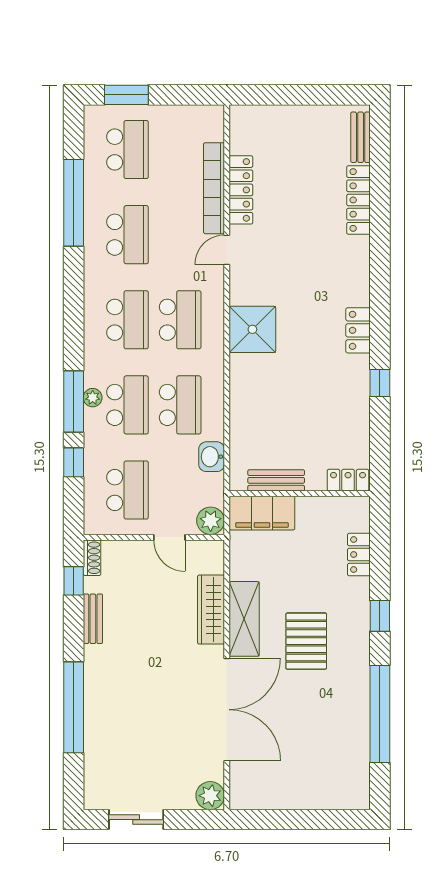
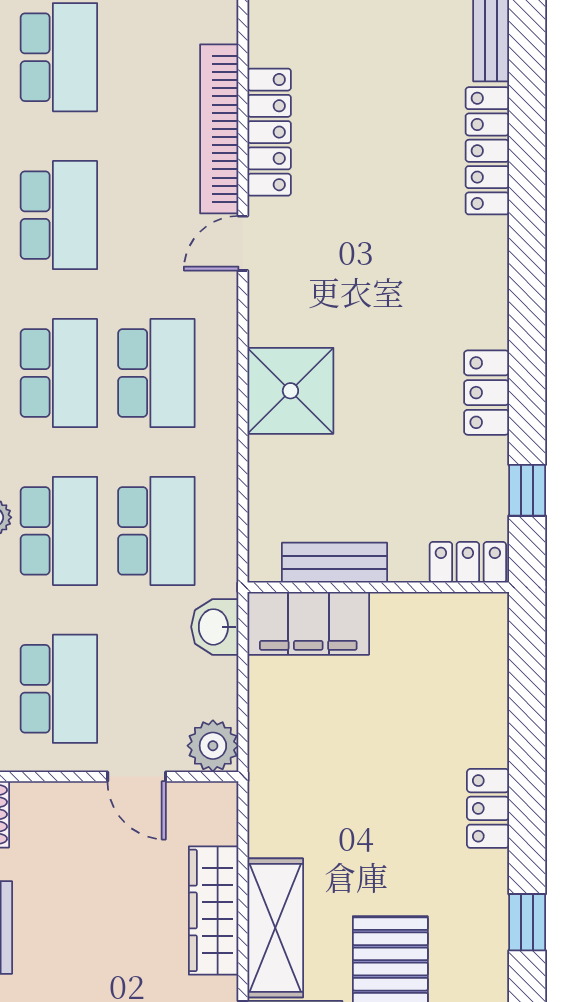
bench: (276, 480) -> (335, 563), moved
locker: (348, 480) -> (468, 562), moved
wall: (300, 494) -> (378, 587), moved
filing cabinet: (262, 513) -> (308, 623), moved

